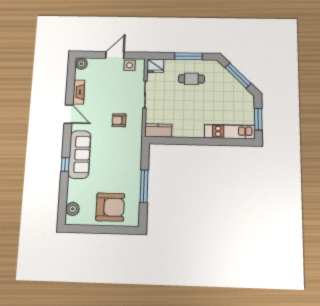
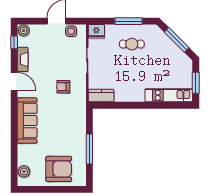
window: (65, 164) -> (14, 42), moved

